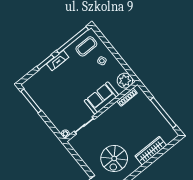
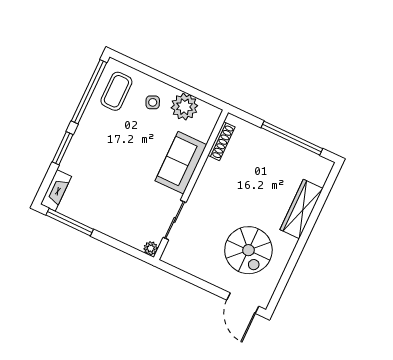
fireplace: (58, 61) -> (56, 190), moved
plant: (125, 81) -> (184, 107), moved

